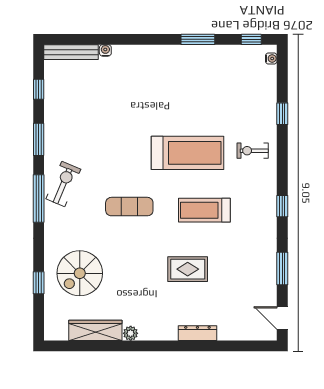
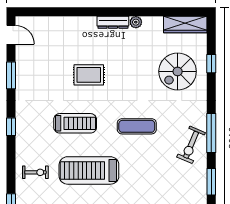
spiral stairs: (80, 273) -> (178, 71), turned 180
wardrobe: (95, 330) -> (185, 24), moved
dresser: (197, 333) -> (113, 22), moved

